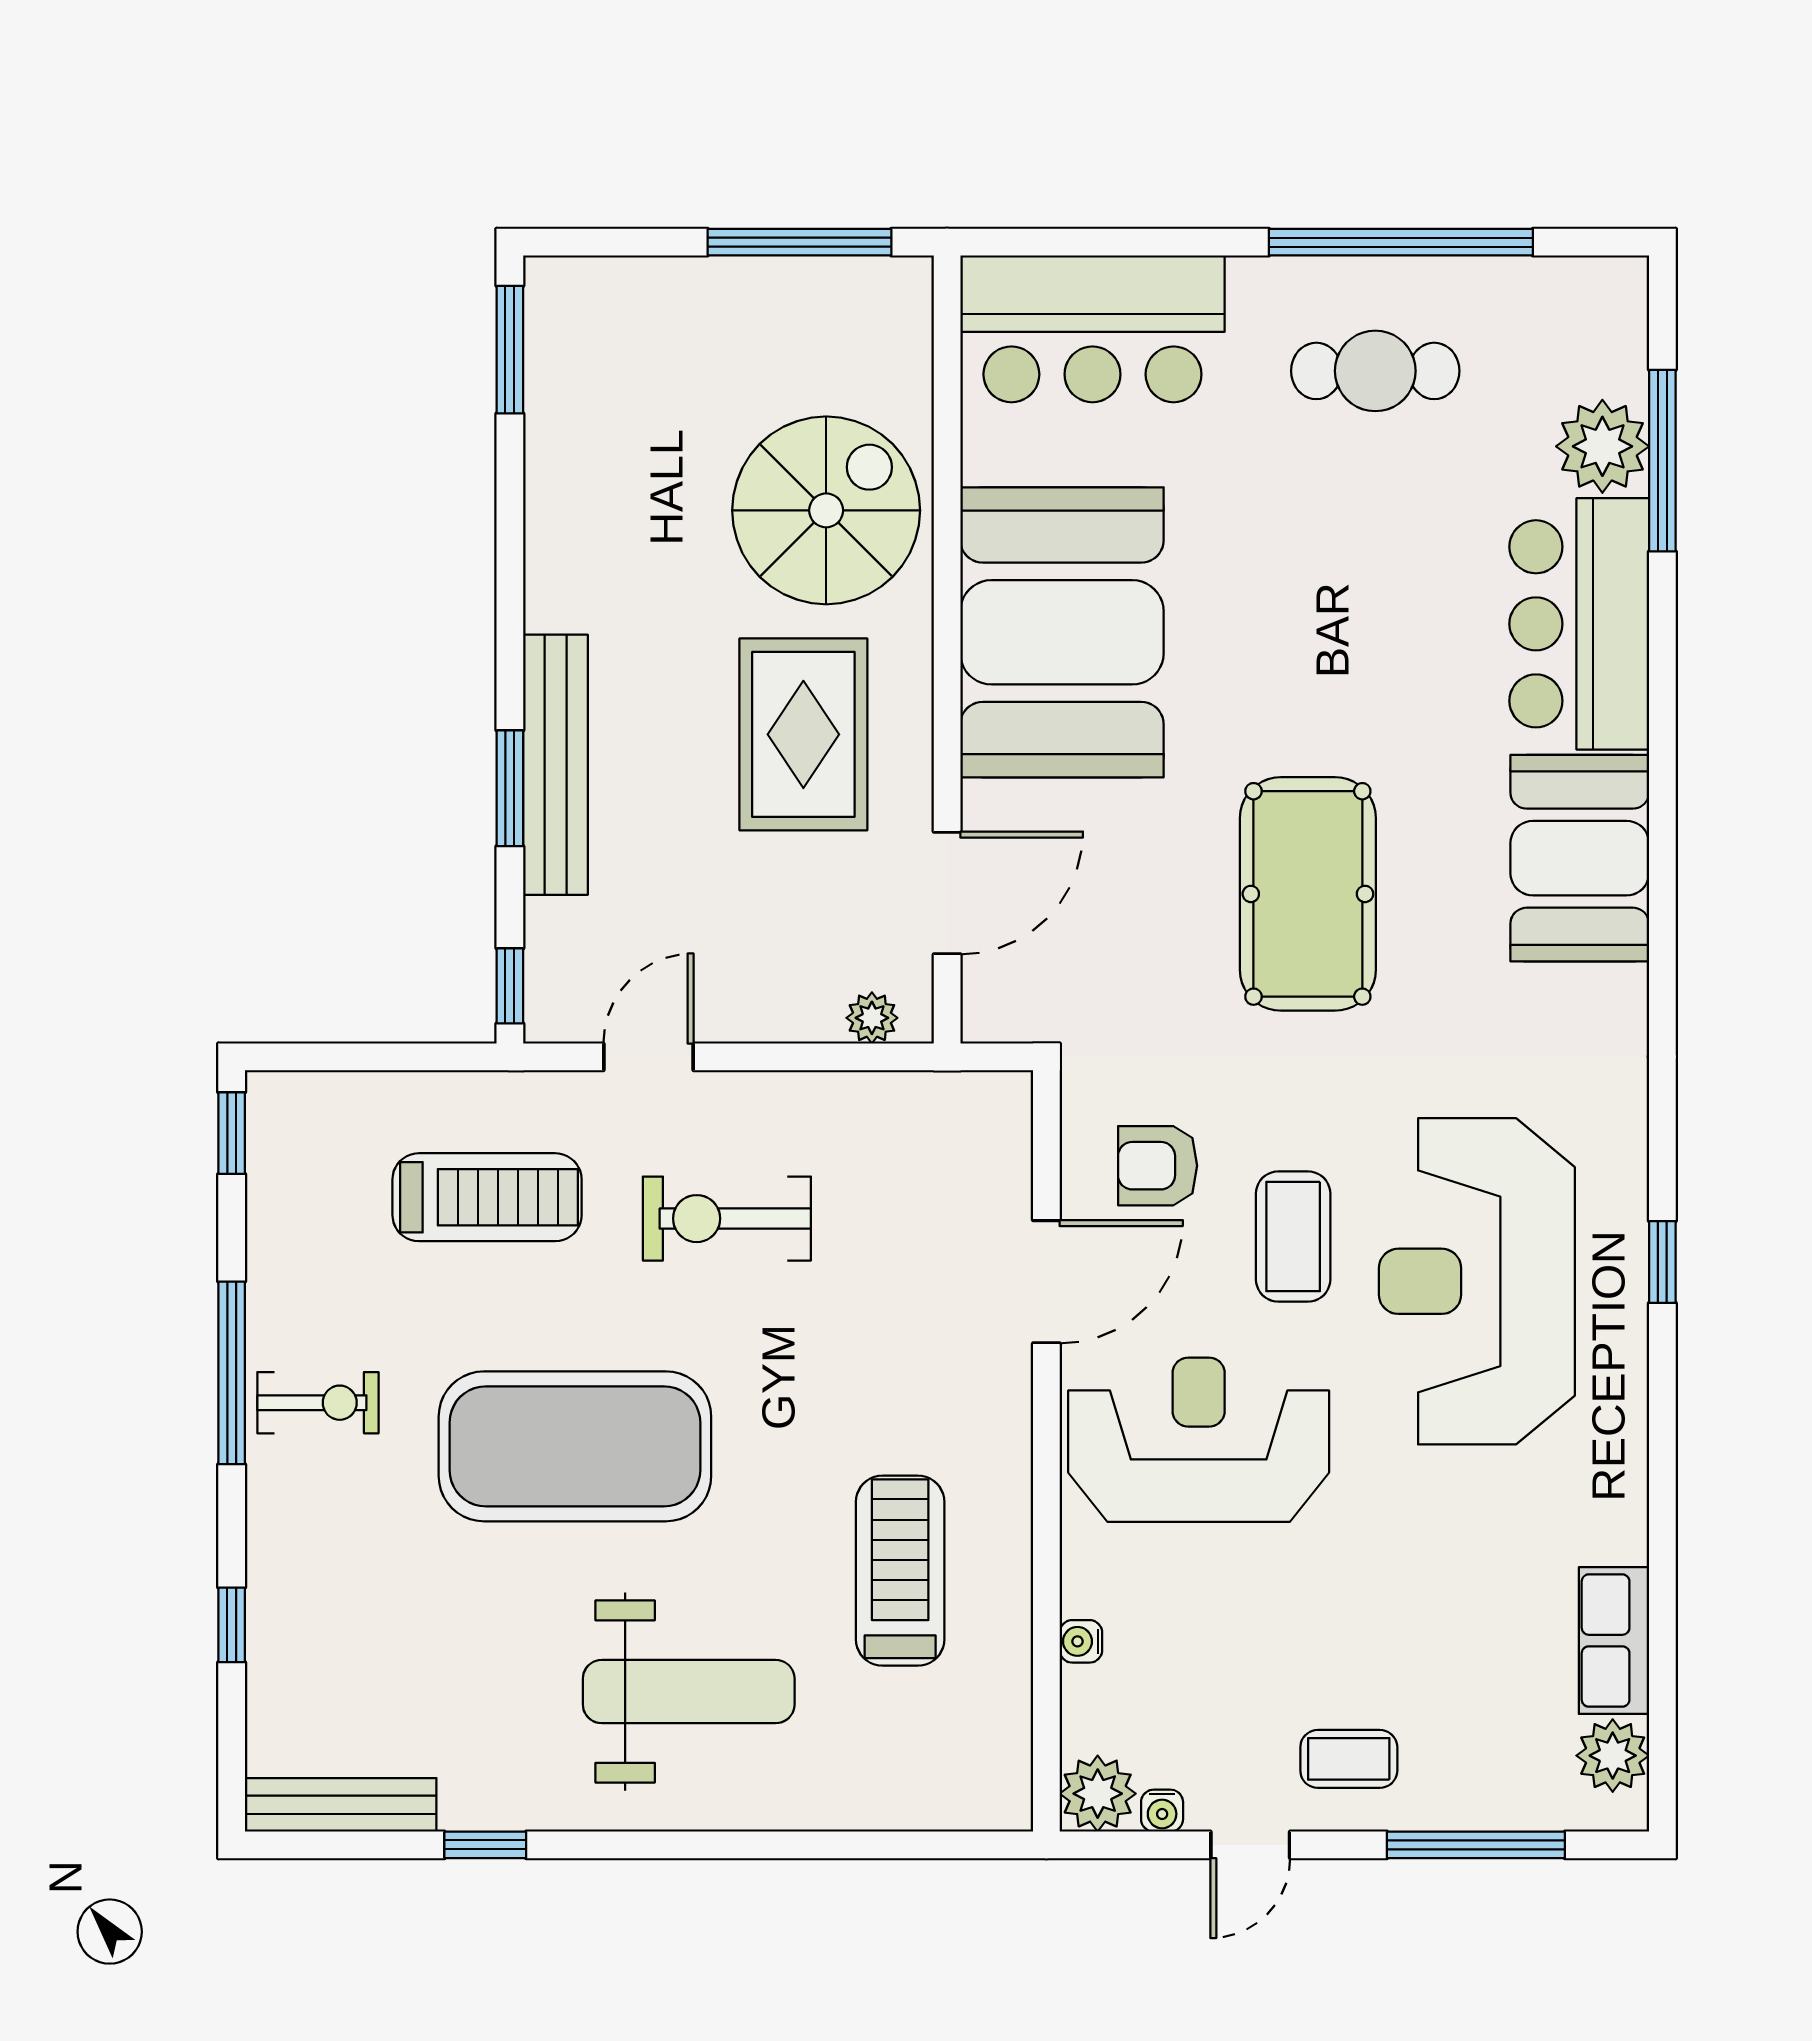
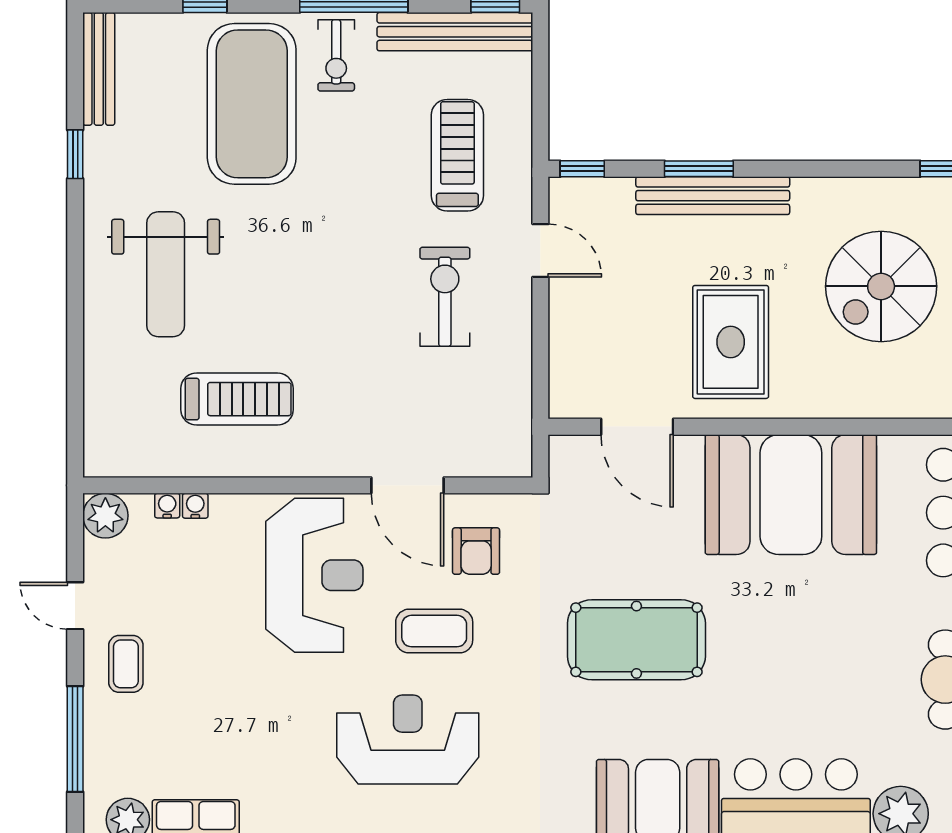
spiral stairs: (826, 510) -> (881, 286), moved, turned 90
rug: (803, 734) -> (731, 342), turned 90
plant: (872, 1018) -> (563, 382), removed
armchair: (1158, 1166) -> (476, 551), turned 180
treadmill: (487, 1197) -> (457, 155), turned 180
bench: (278, 1202) -> (455, 32), added
reception desk: (1477, 1281) -> (408, 739), width x0.74, depth x0.77
exercise mat: (575, 1446) -> (252, 104), moved
water cooler: (1162, 1811) -> (167, 506), moved, turned 90

